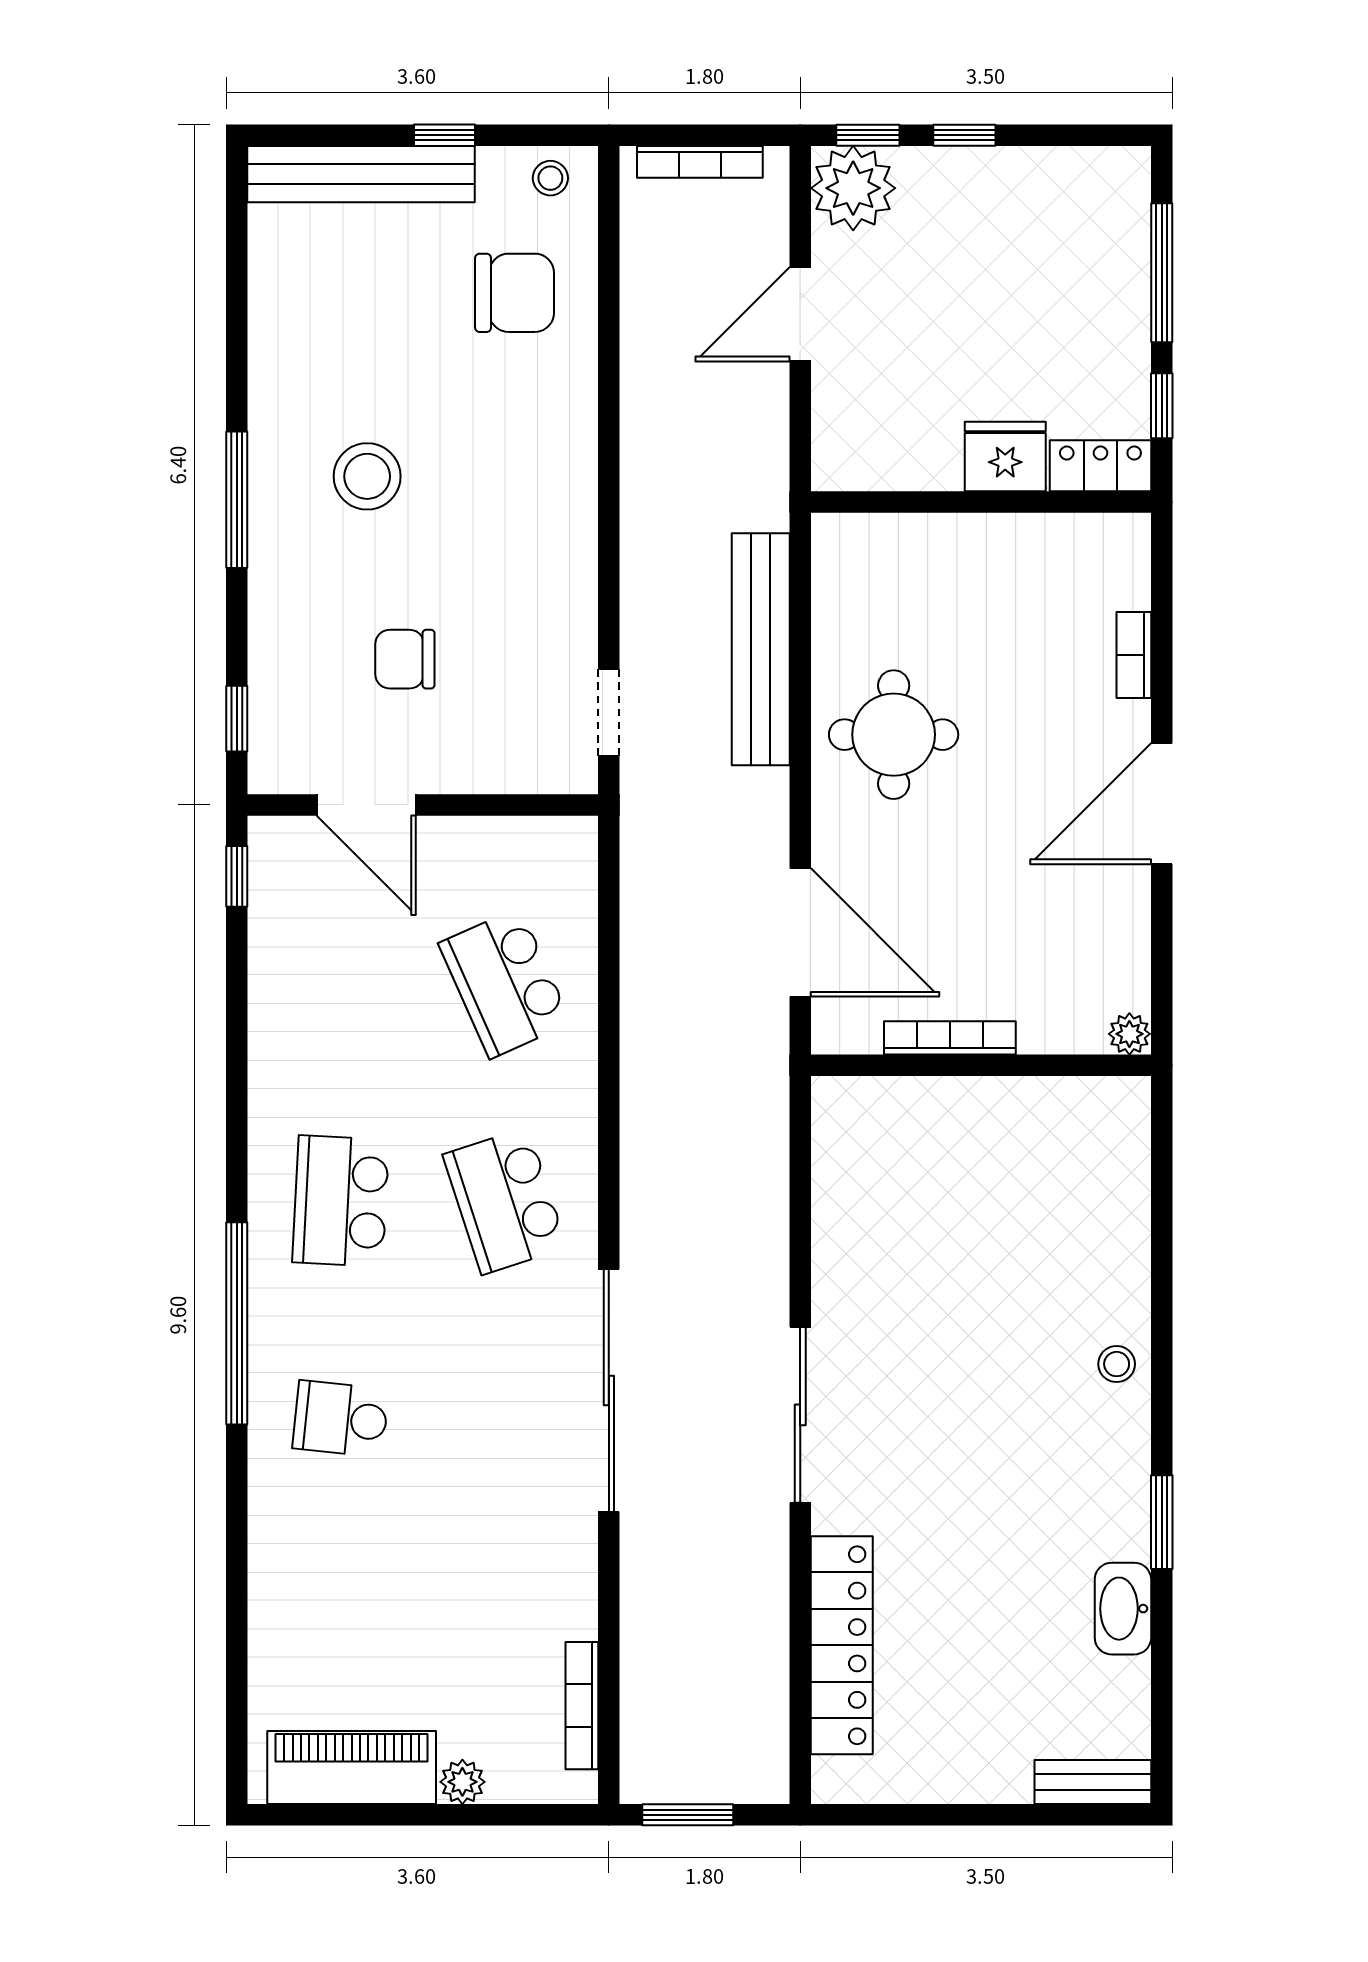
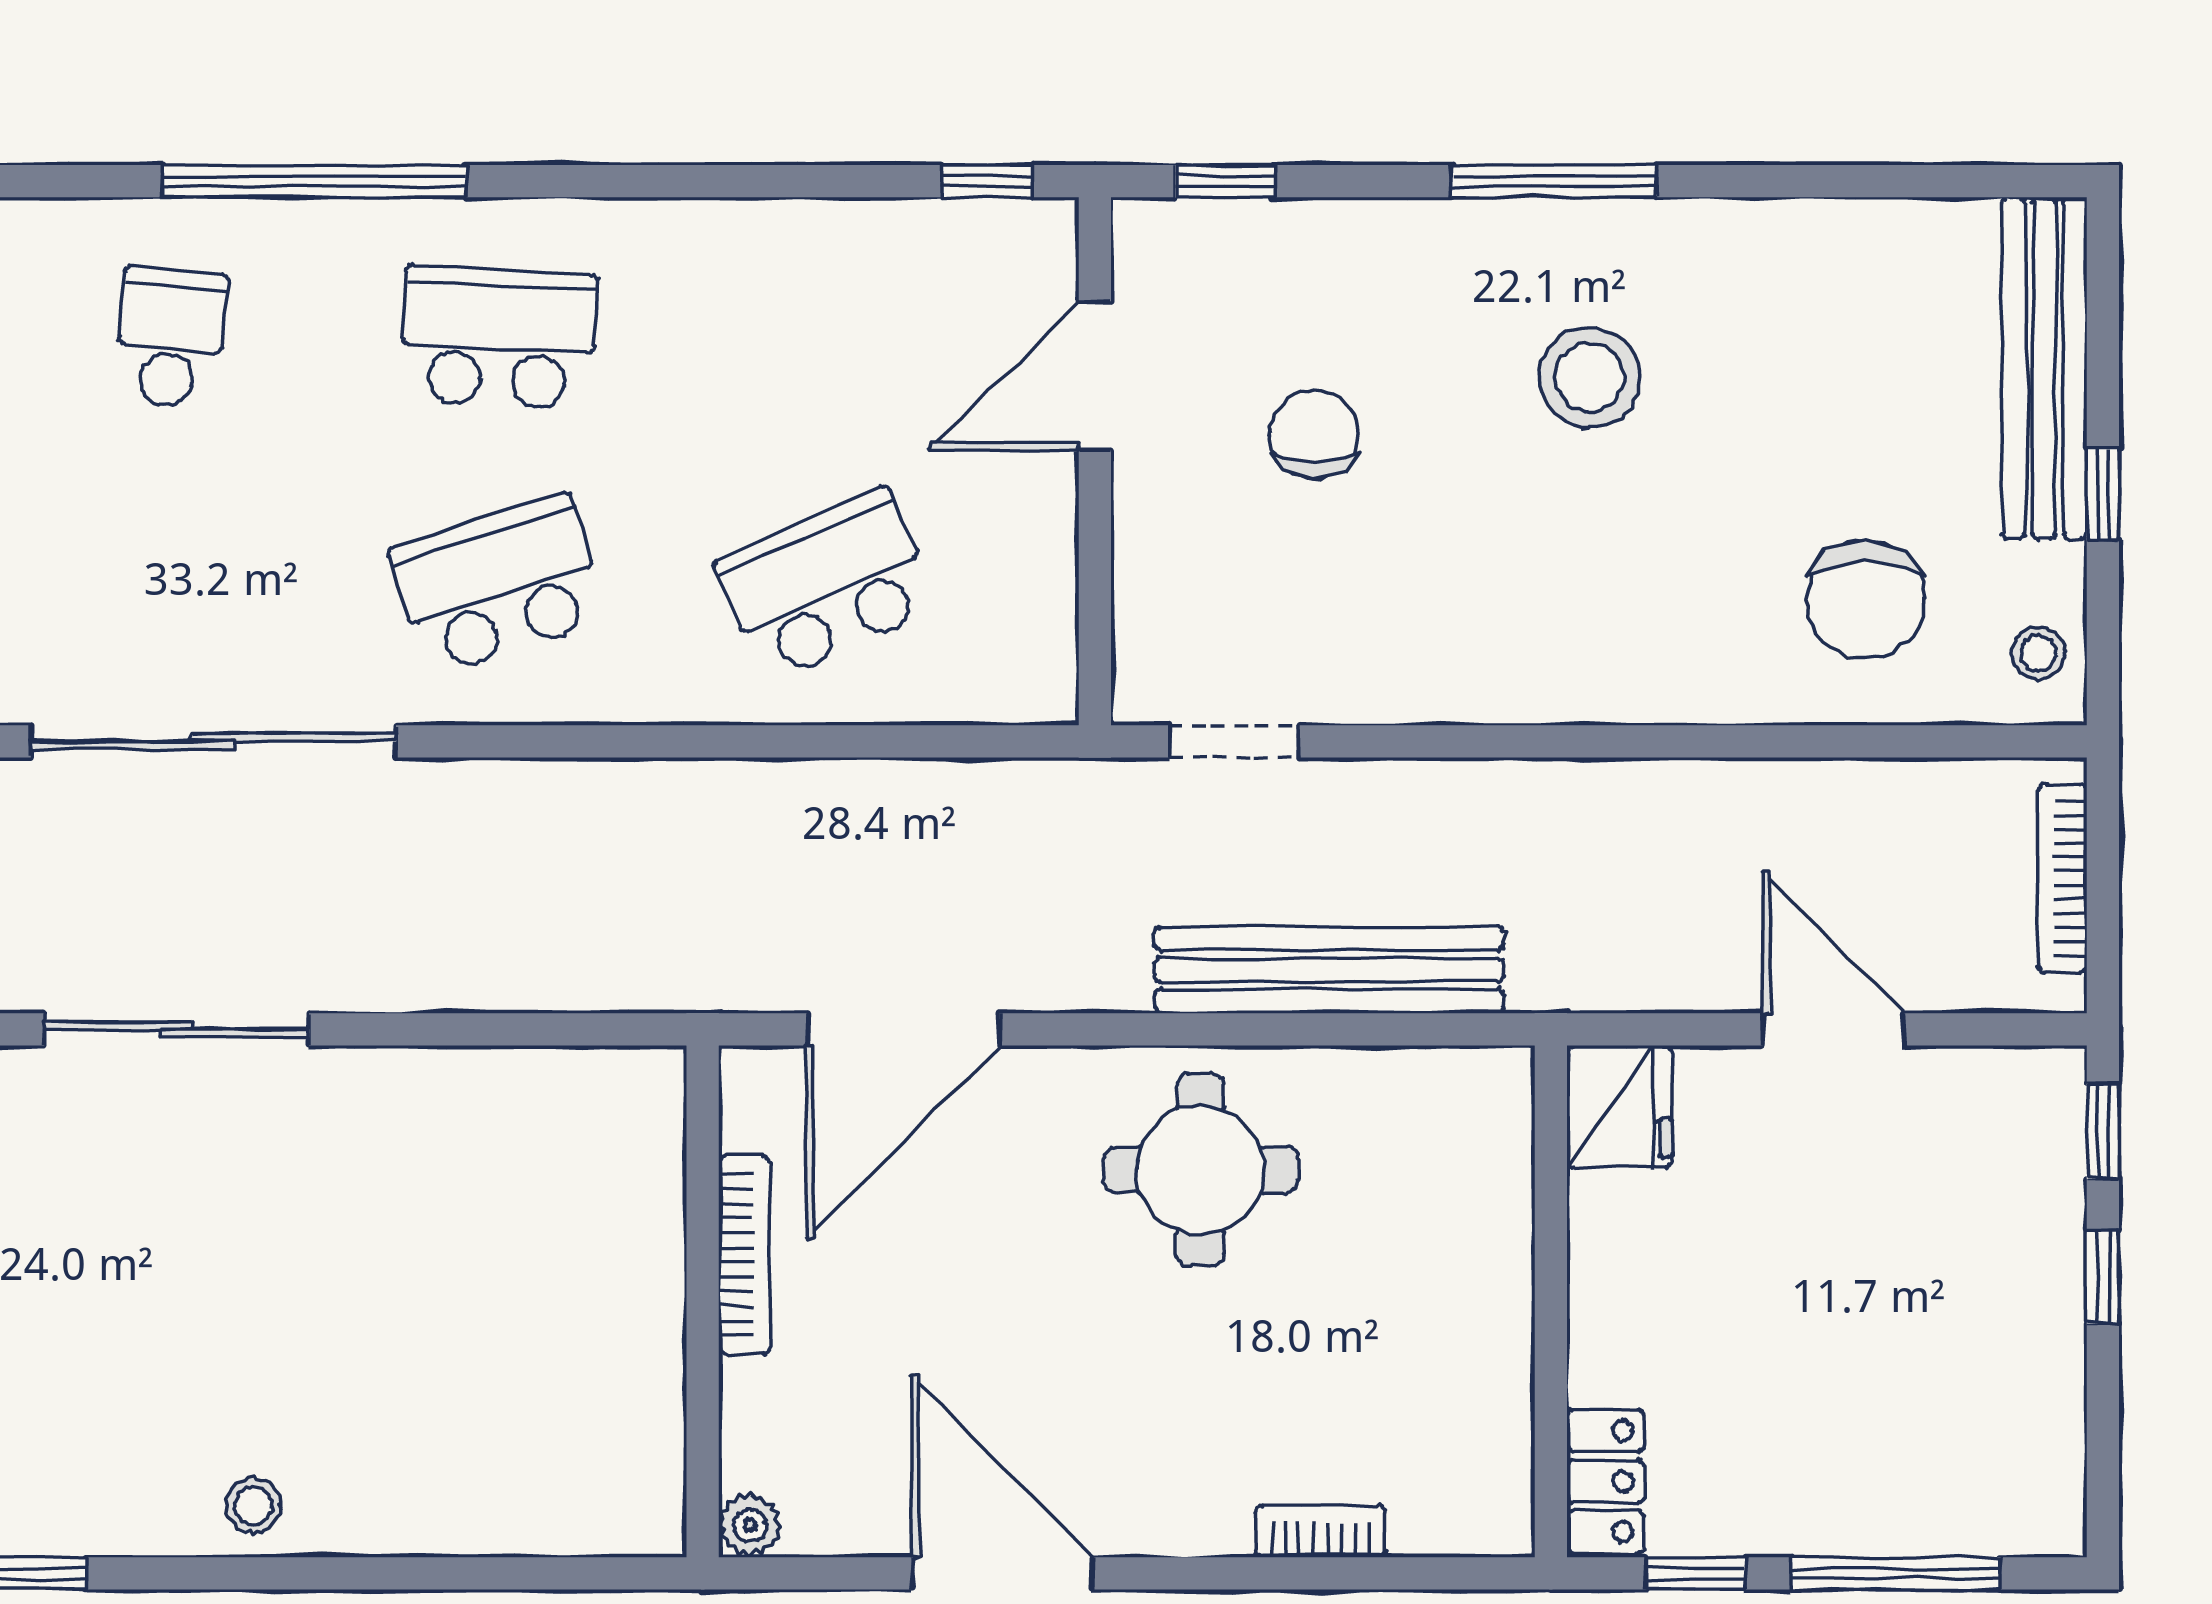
plant: (853, 188) -> (2023, 1109), removed
fridge: (1005, 456) -> (1619, 1106), moved
door: (1162, 804) -> (1002, 1573), moved

